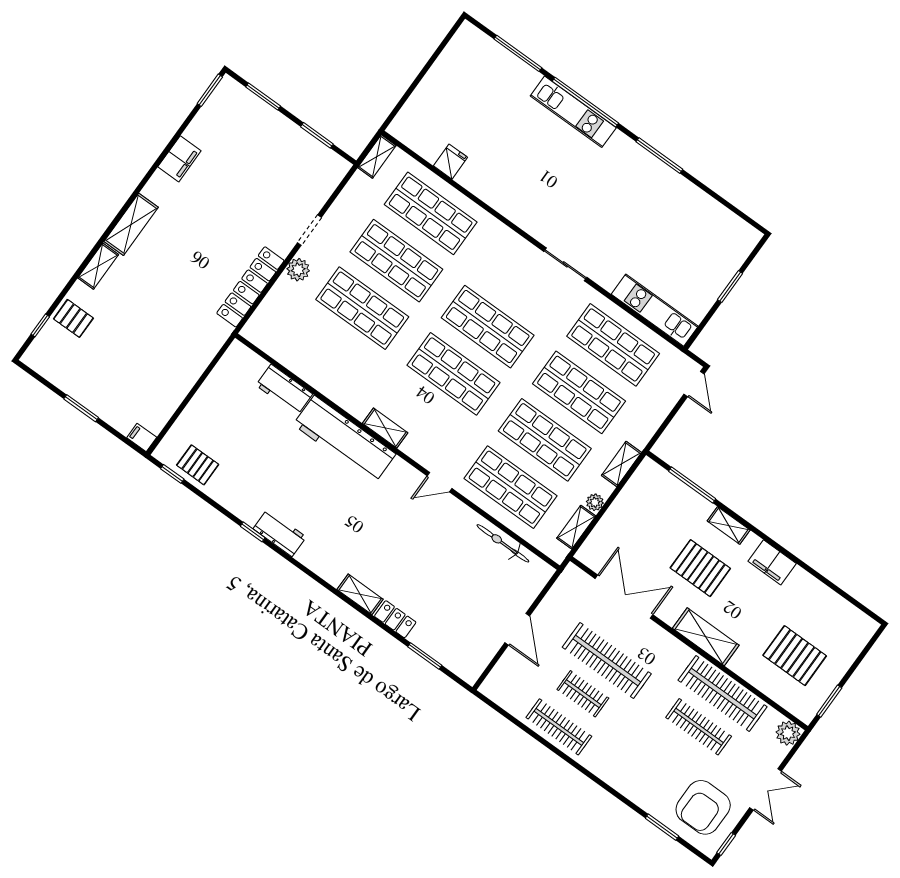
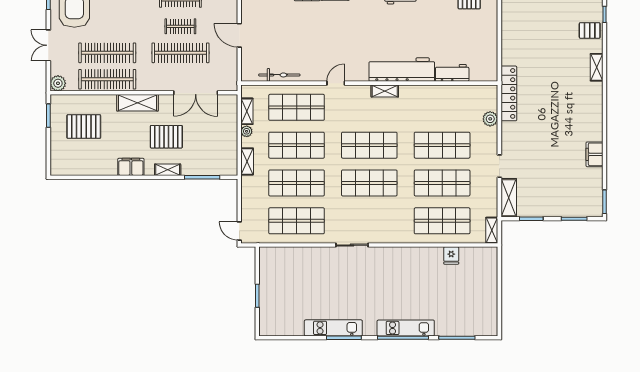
shelving: (131, 224) -> (509, 198), moved
plant: (298, 270) -> (490, 119), moved
locker: (250, 287) -> (509, 93), moved
kitchen unit: (655, 310) -> (333, 328), moved, turned 180
clothes rail: (699, 727) -> (107, 53), width x1.37, depth x1.31

